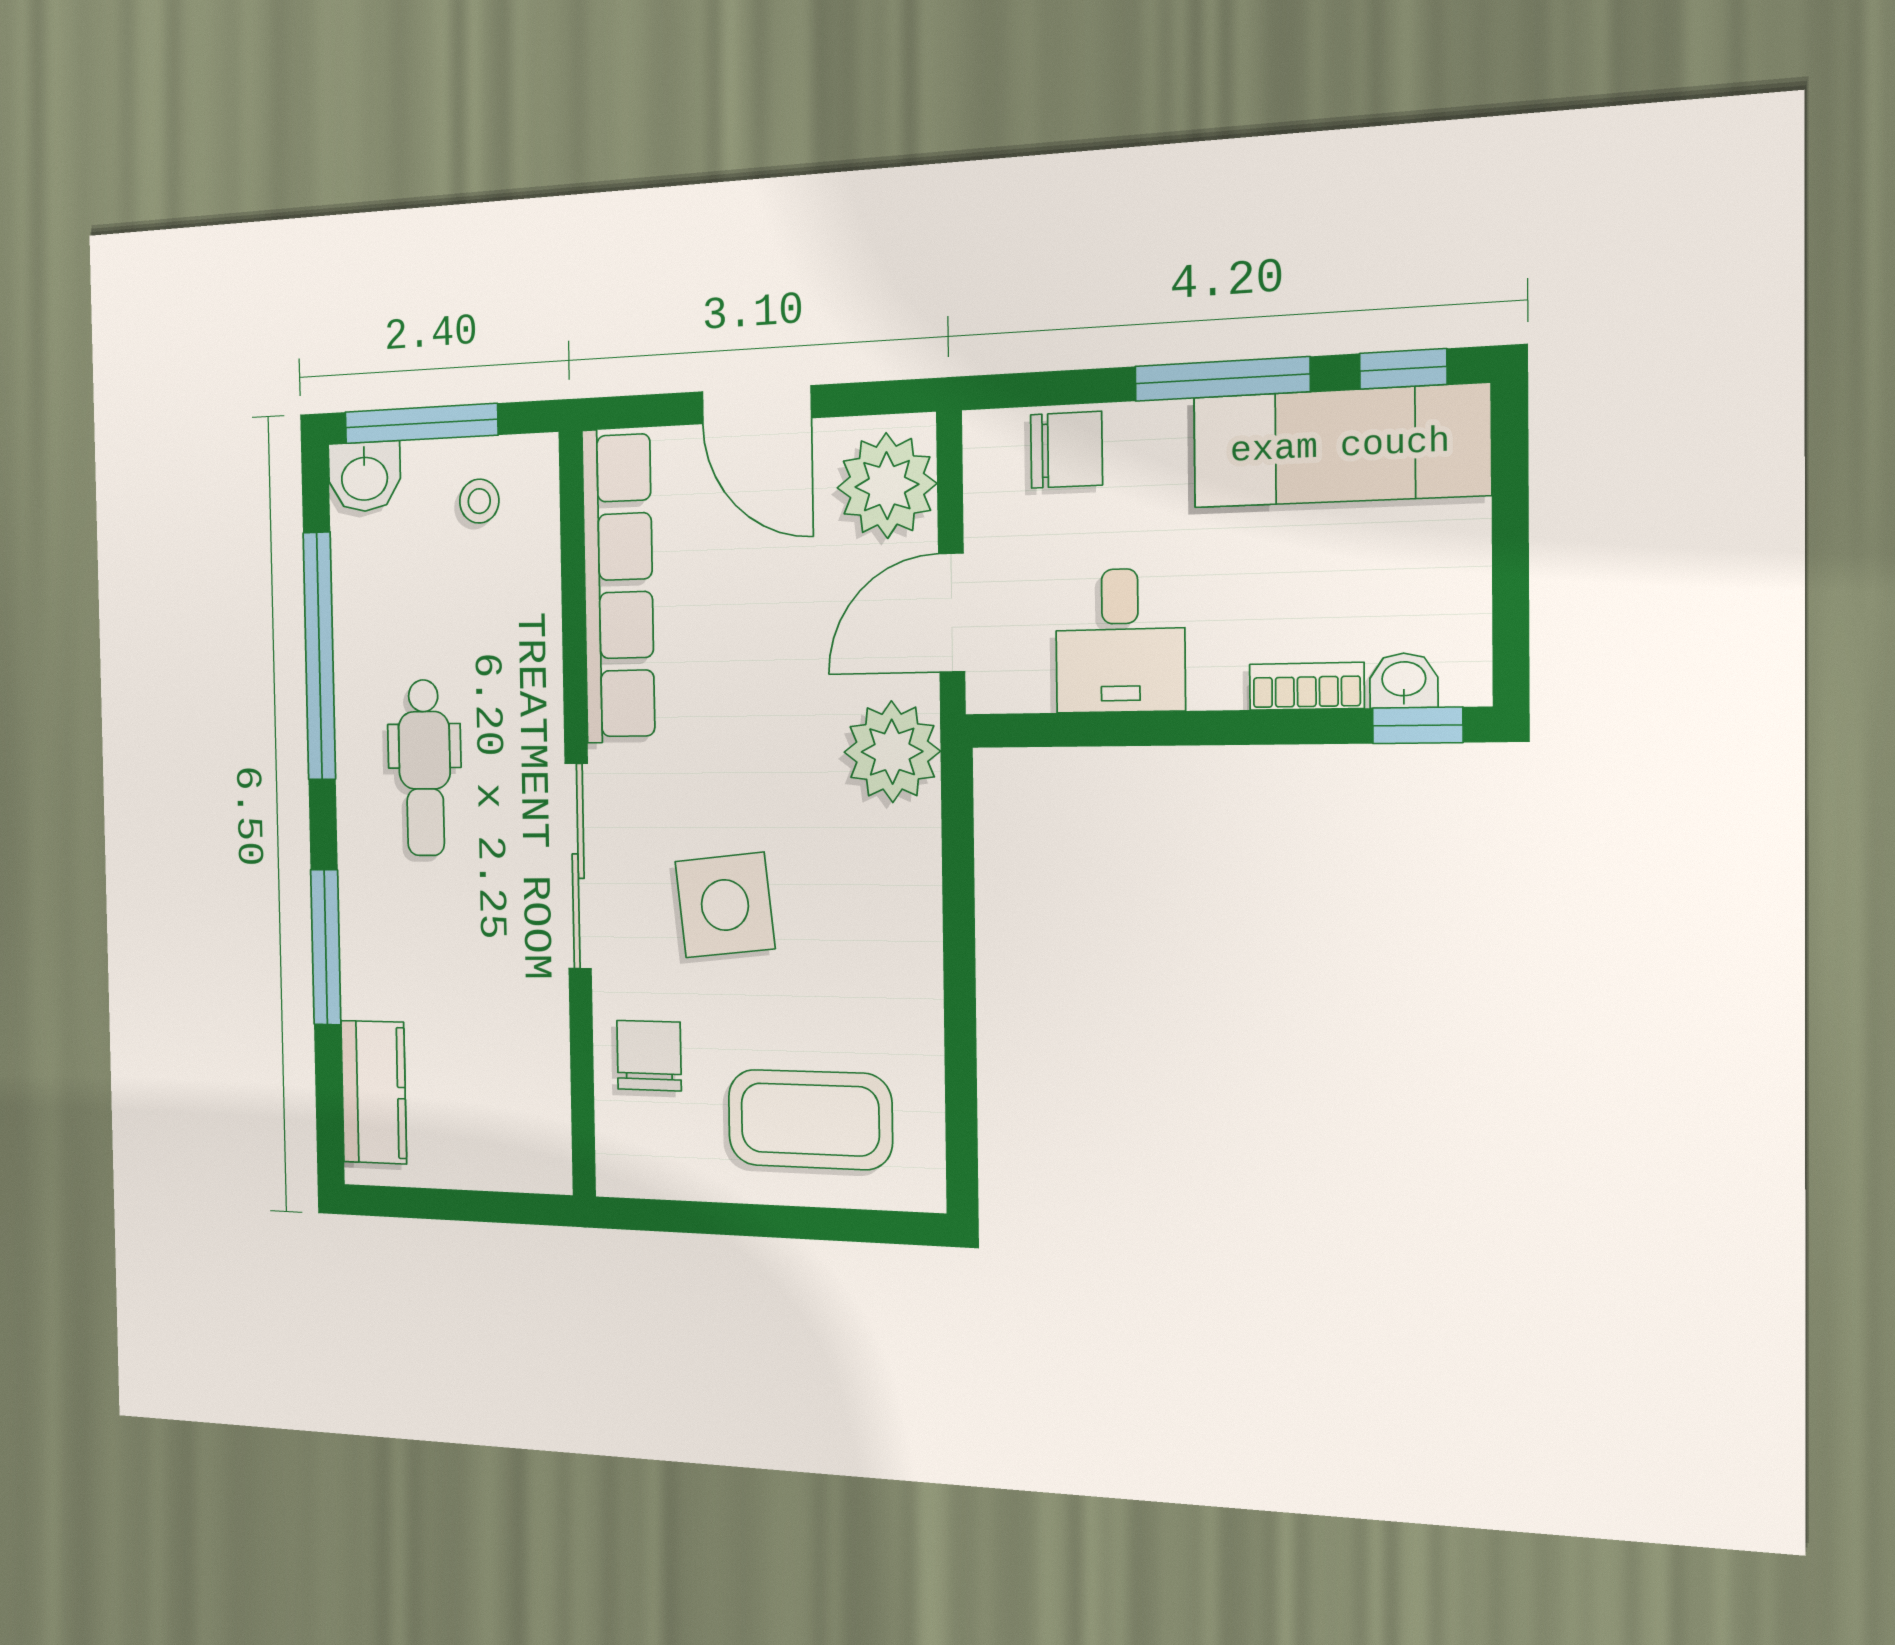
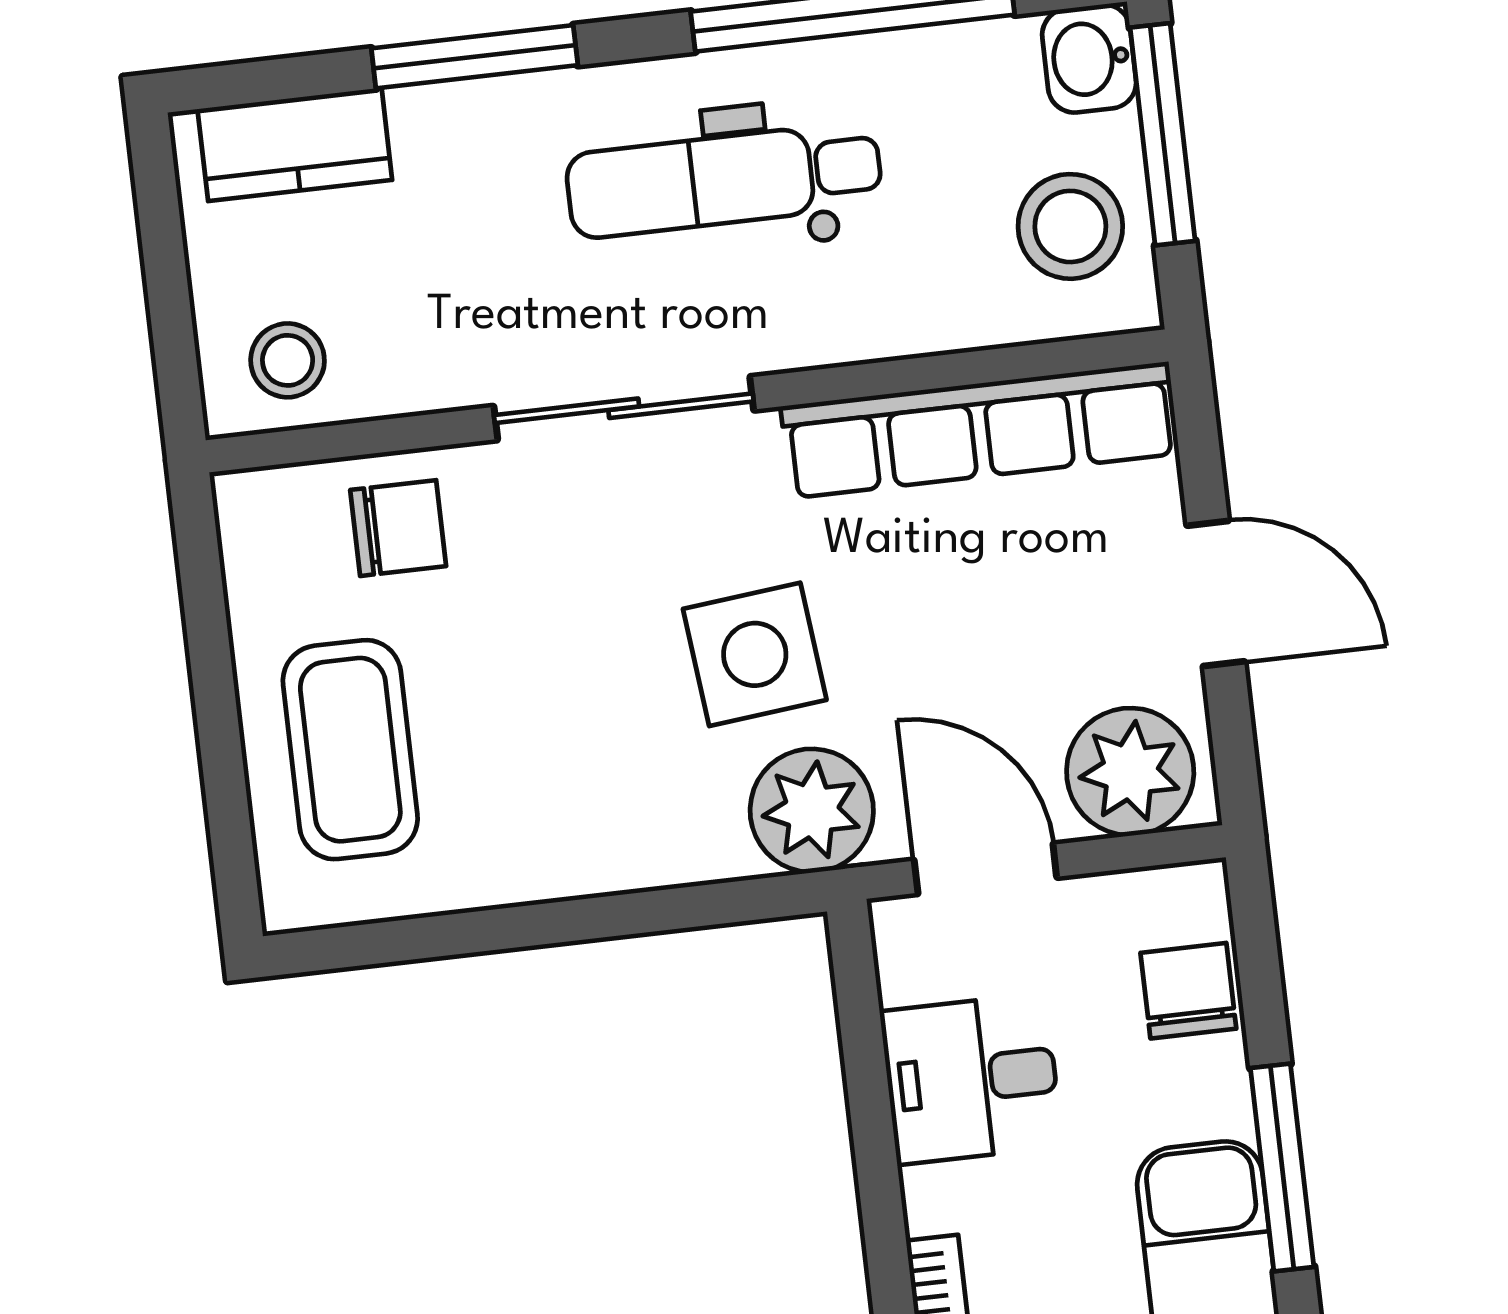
door: (757, 405) -> (1216, 594), swing flipped
chair: (1066, 450) -> (1188, 991), turned 180
stool: (479, 501) -> (1070, 226), width x1.89, depth x1.89
dental chair: (425, 768) -> (724, 180), width x1.36, depth x1.38
side table: (725, 905) -> (755, 654), moved
stool: (522, 1122) -> (288, 360), added

